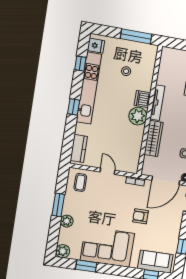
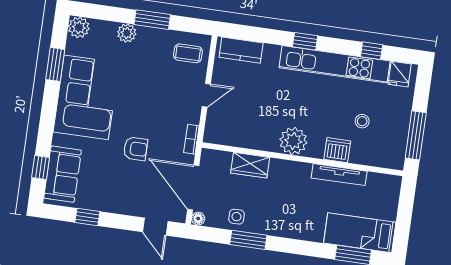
dishwasher: (143, 99) -> (337, 150), moved
tv unit: (157, 103) -> (339, 175), moved
wardrobe: (154, 138) -> (250, 165), width x0.67
armchair: (140, 216) -> (135, 149), turned 90

